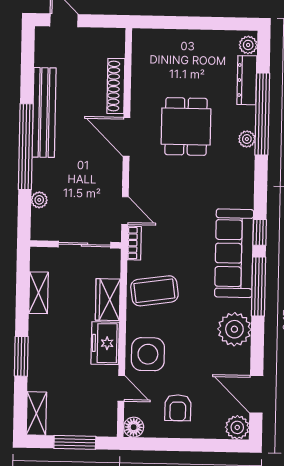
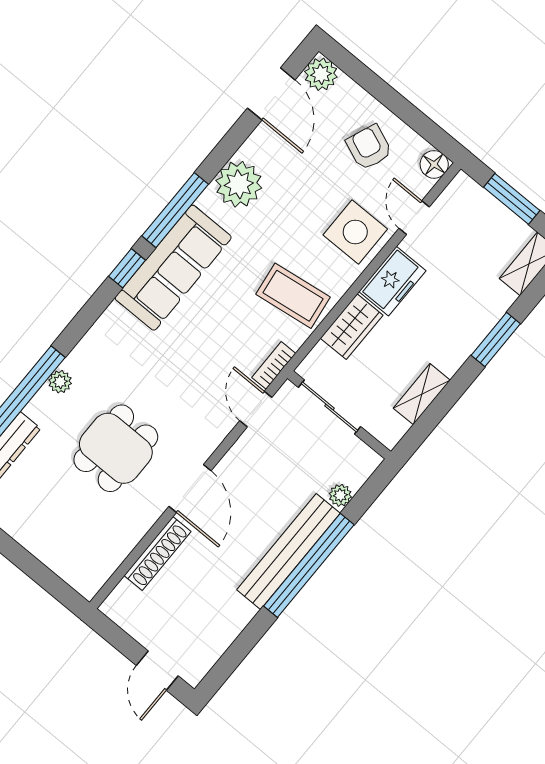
bench: (44, 112) -> (288, 551), moved
armchair: (178, 408) -> (369, 147), turned -68

